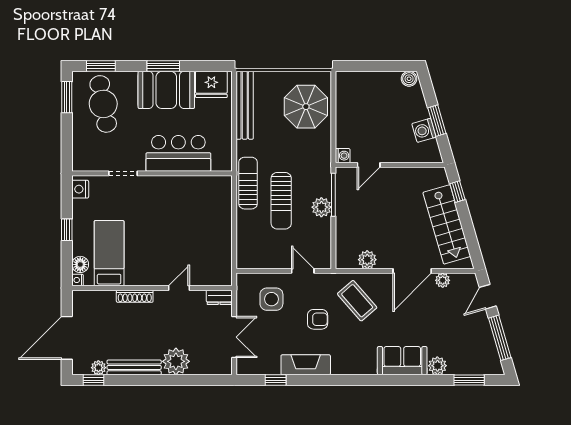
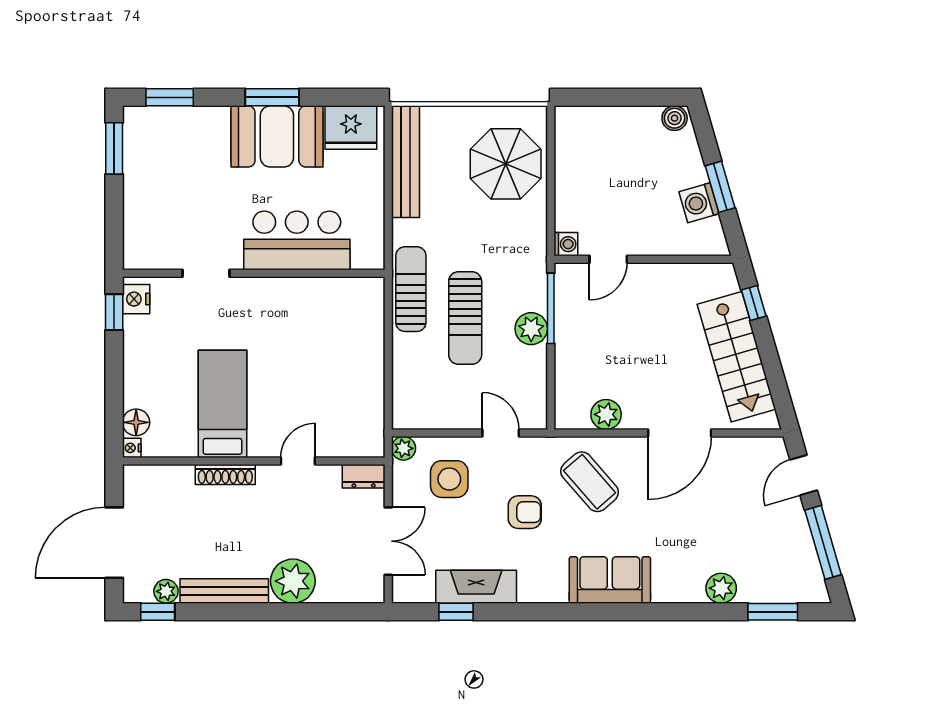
cafe table: (103, 104) -> (174, 159), removed
window: (67, 230) -> (114, 312), moved
bed: (109, 253) -> (223, 404), moved
plant: (443, 280) -> (403, 448), moved
sofa: (402, 361) -> (610, 580), moved
fireplace: (306, 365) -> (476, 587), moved

